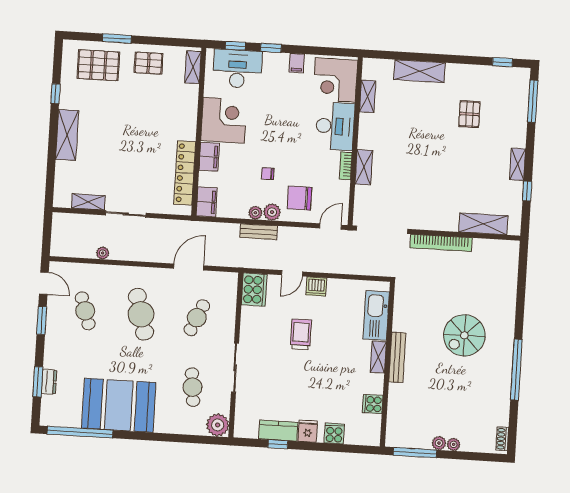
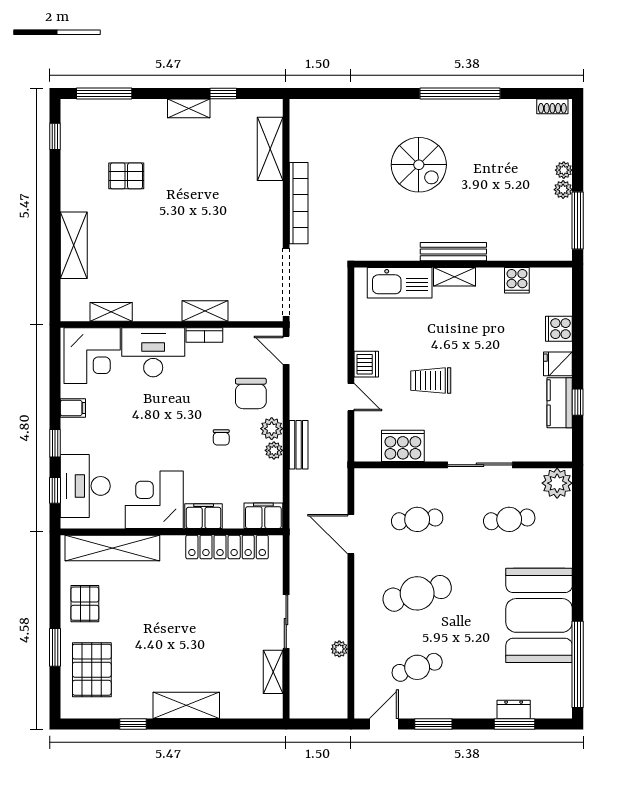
shelving: (193, 67) -> (112, 548), width x2.20, depth x1.33
cooker: (254, 290) -> (403, 446), moved
cafe table: (197, 318) -> (417, 519), turned -30

